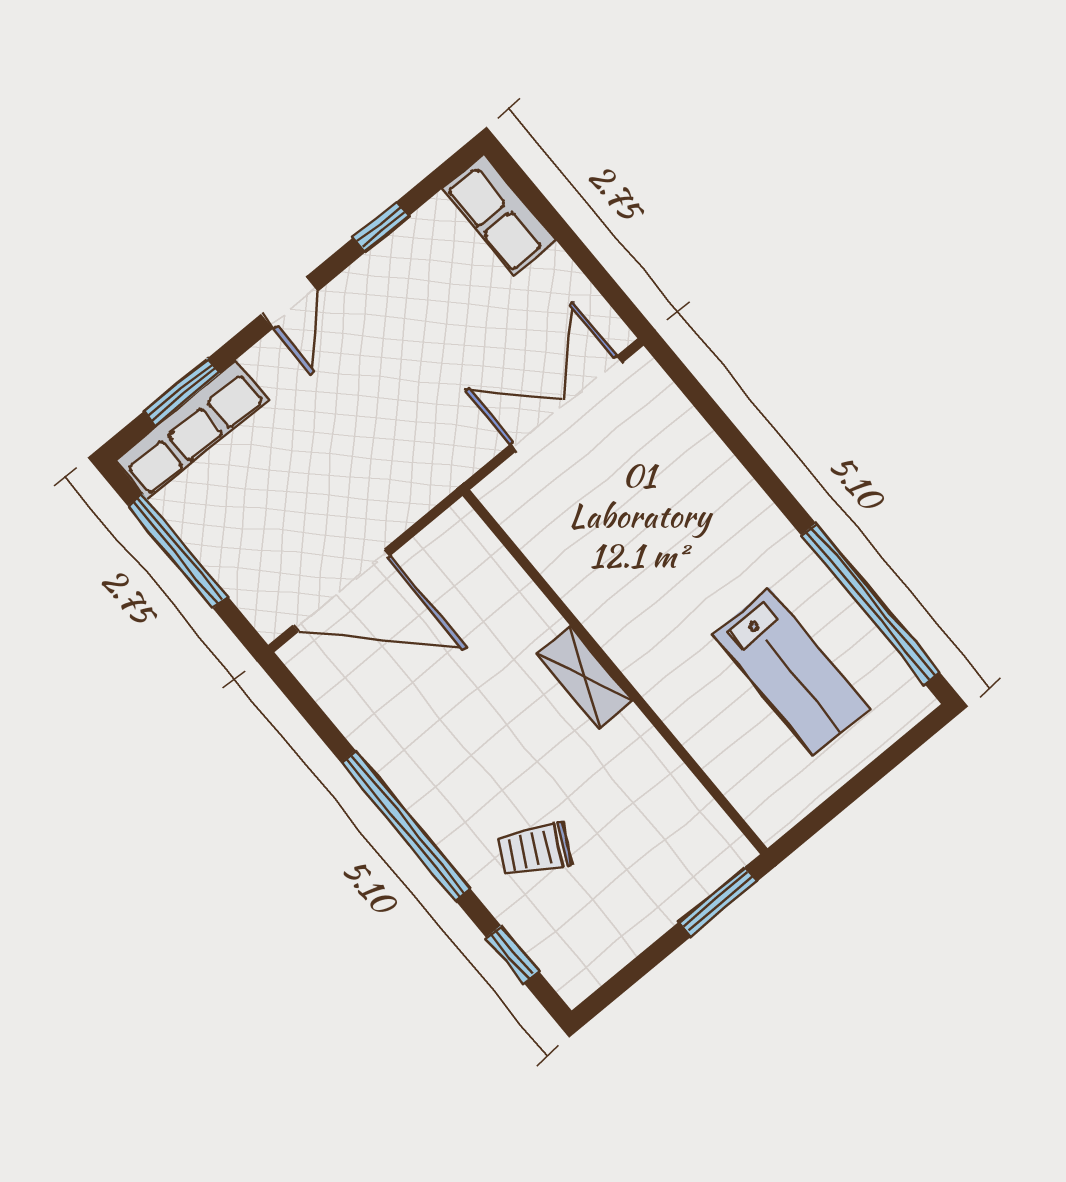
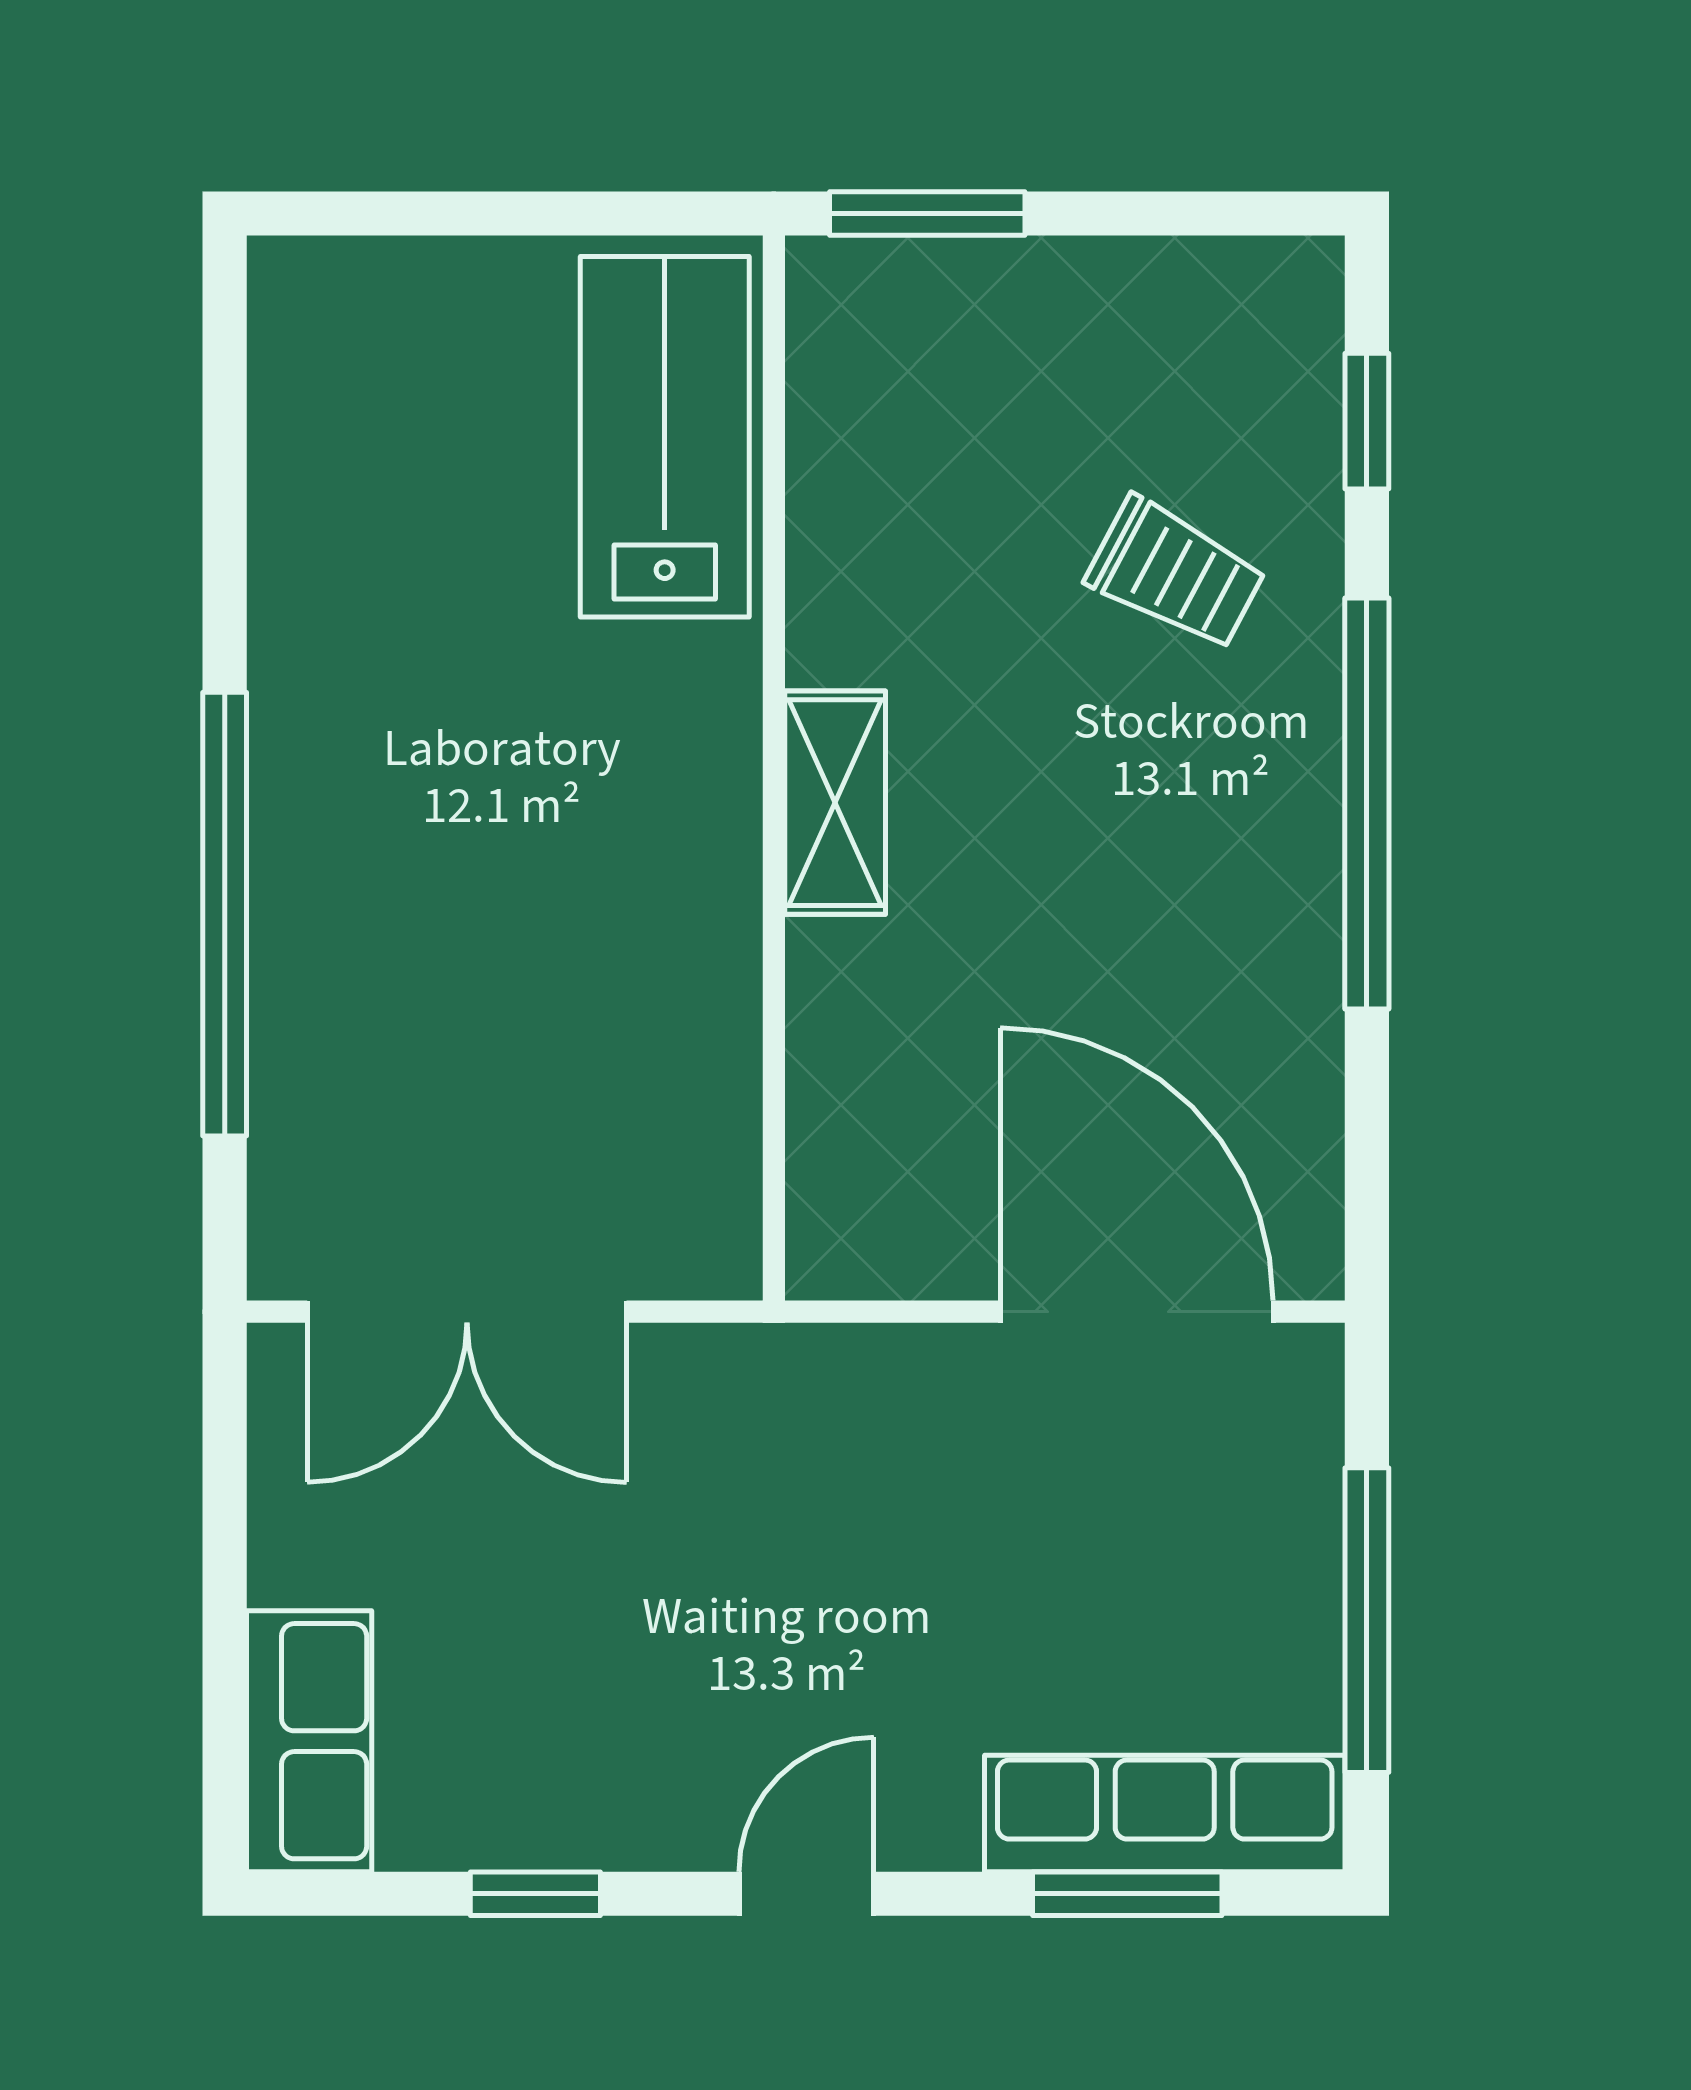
window: (871, 604) -> (225, 914), moved
lab bench: (791, 671) -> (665, 437), moved

